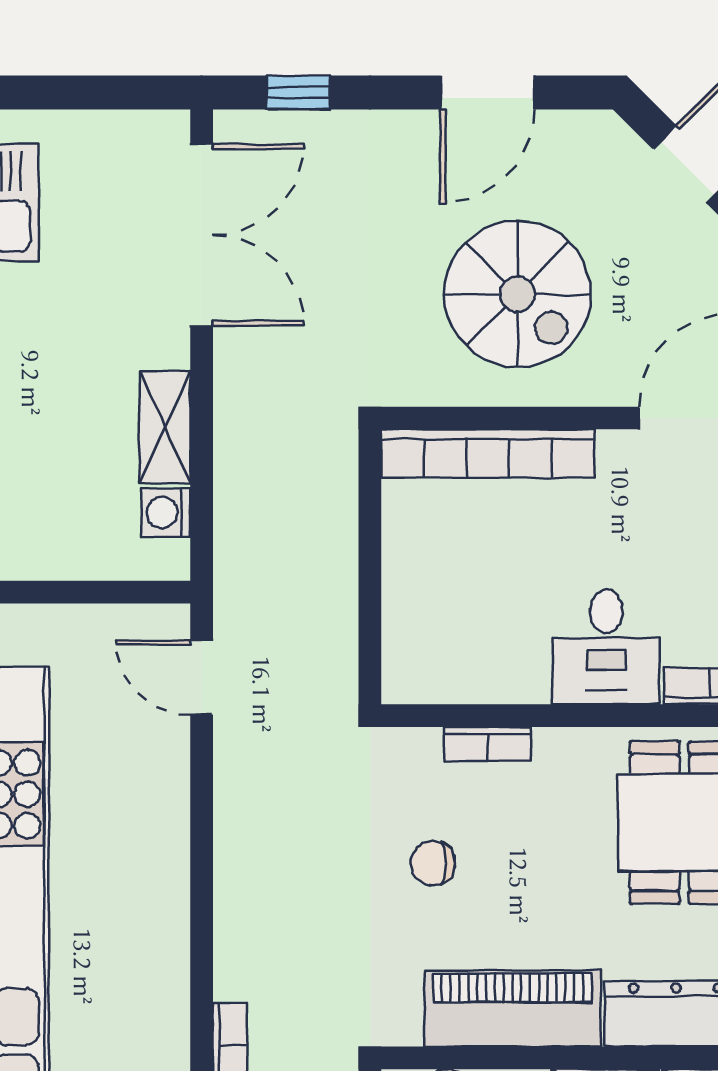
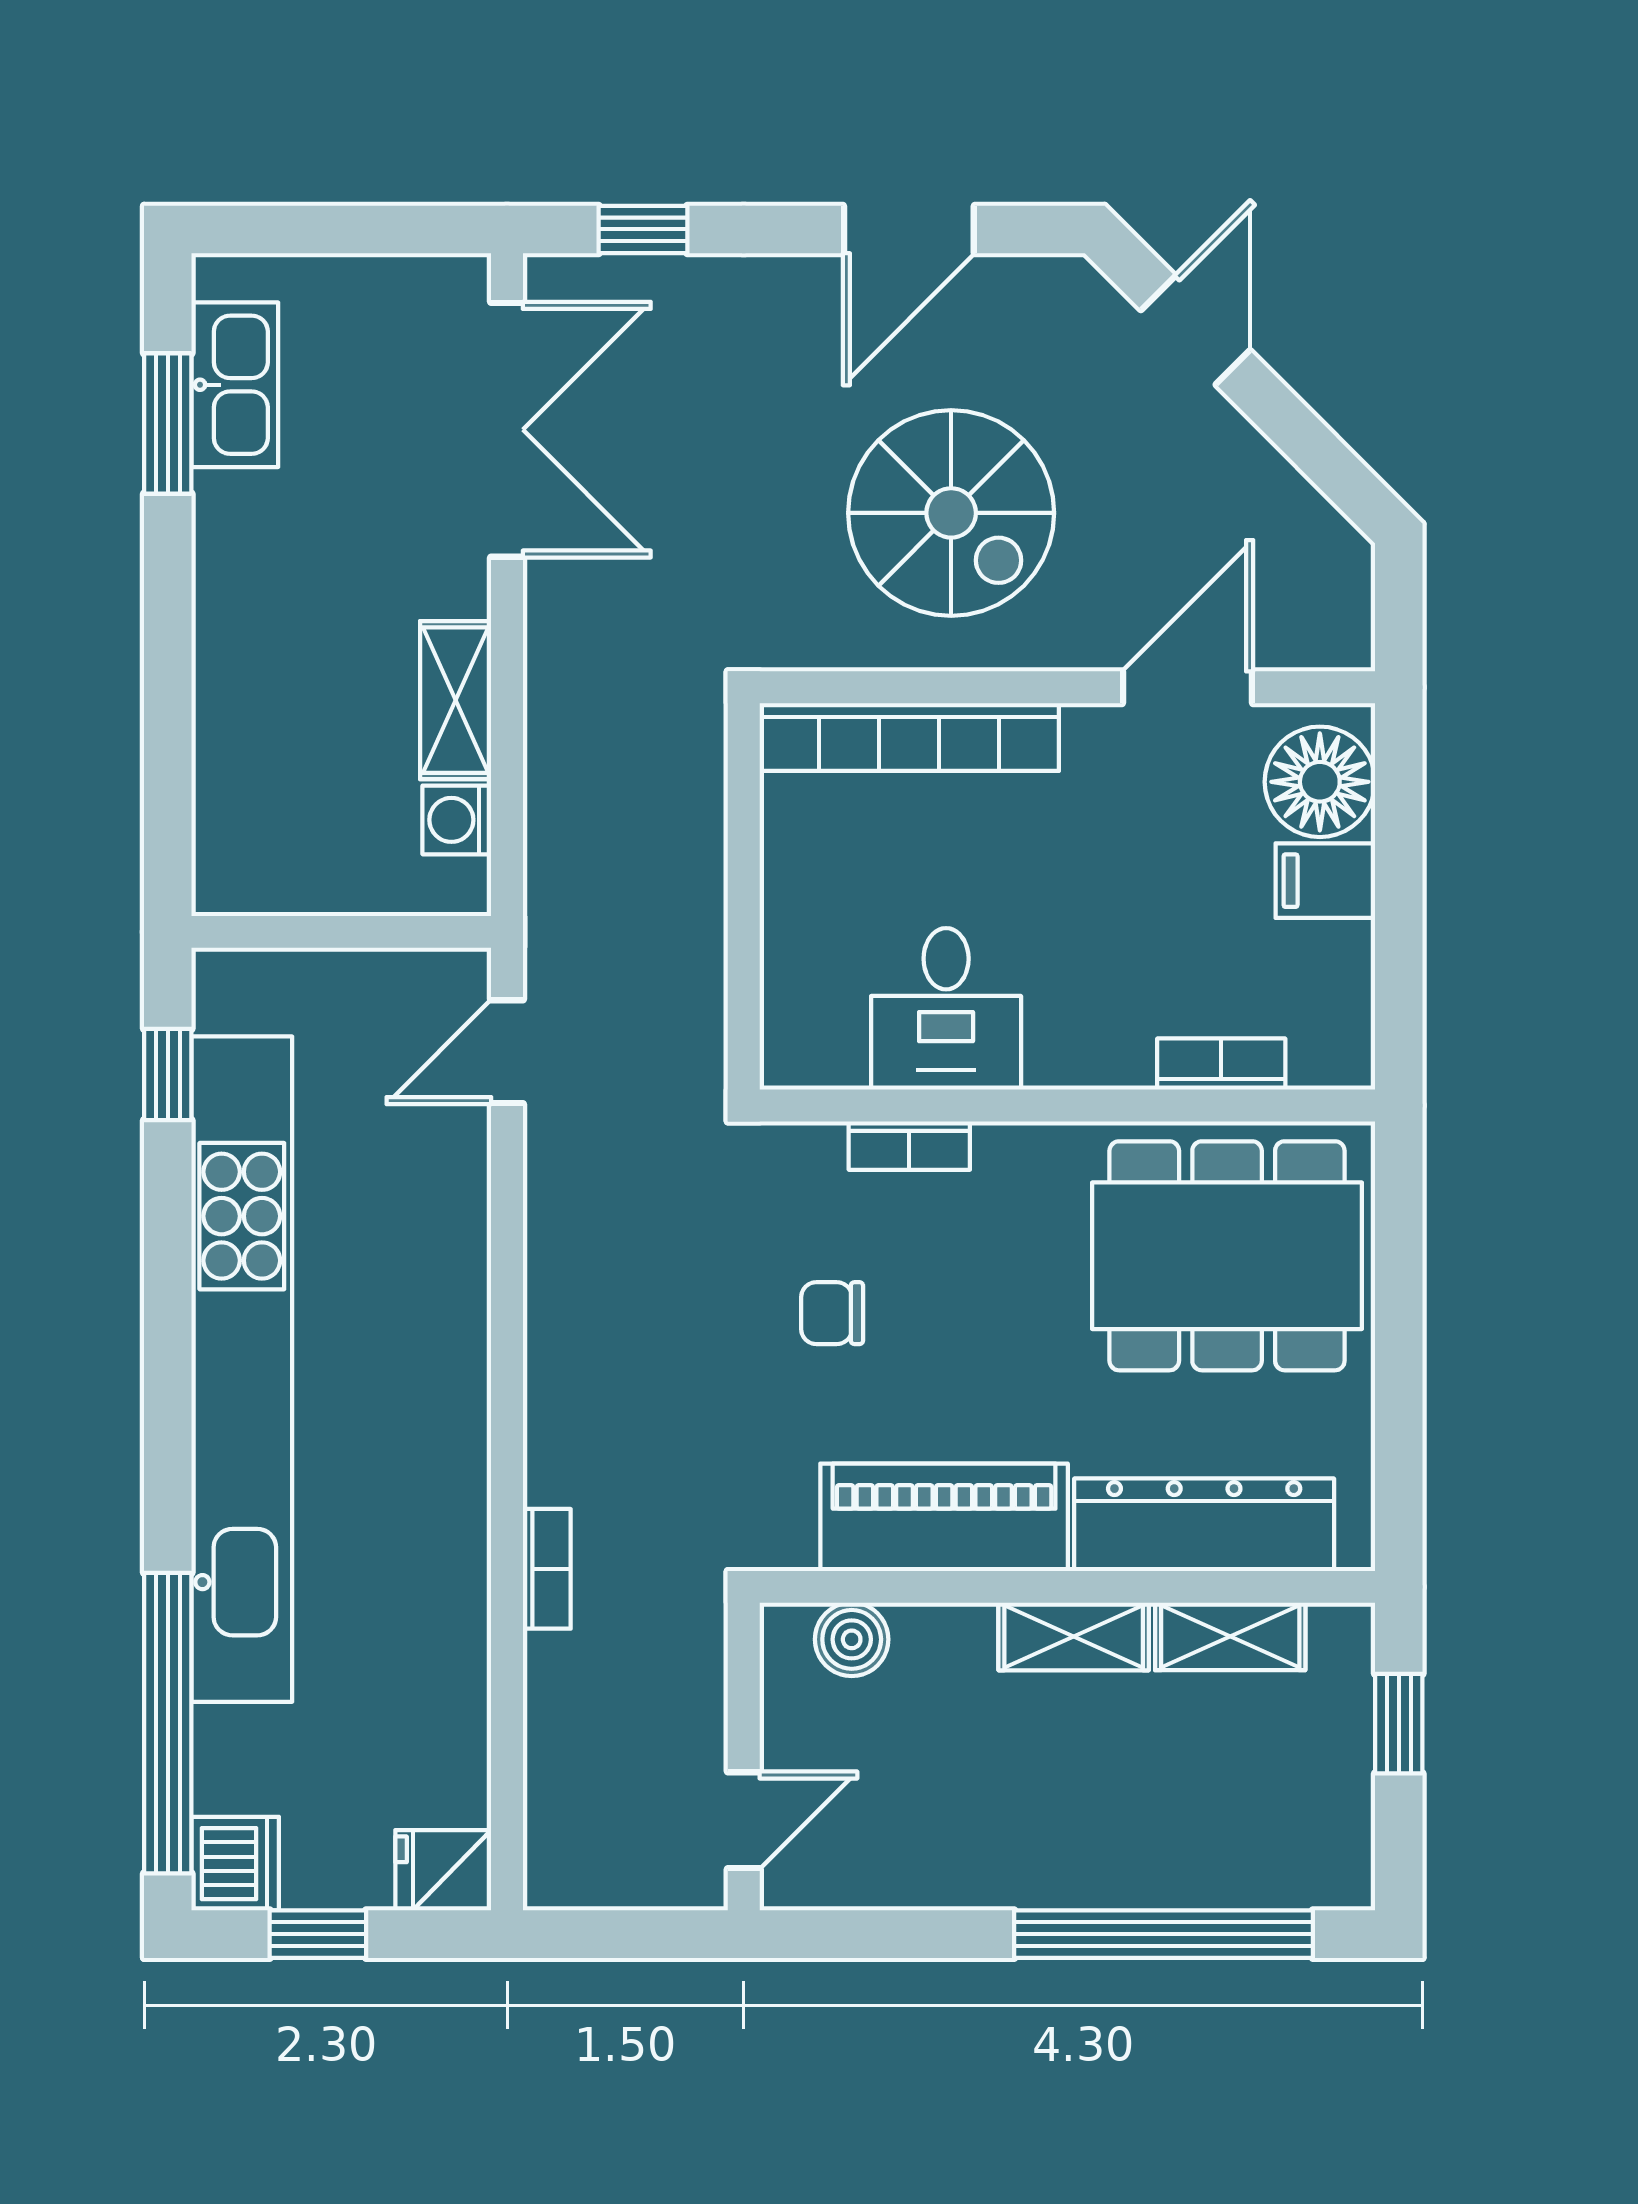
desk: (606, 647) -> (946, 1009), moved
door: (202, 677) -> (507, 1052), hinge flipped

